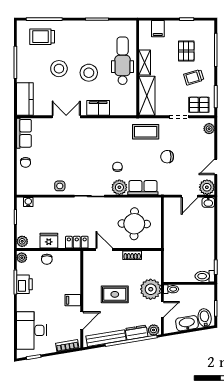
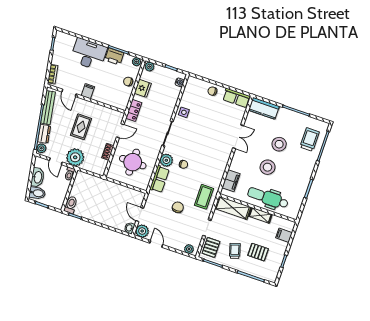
dental chair: (123, 61) -> (268, 198), turned 180
filing cabinet: (98, 108) -> (231, 181), moved
desk: (31, 330) -> (89, 54), moved

